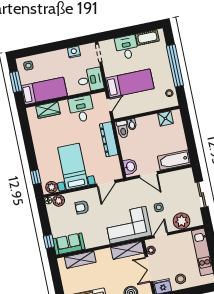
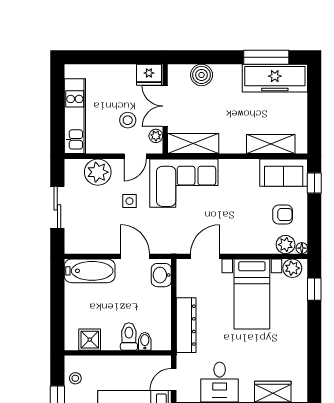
toilet: (123, 129) -> (129, 336), moved
armchair: (82, 207) -> (283, 215), moved
double door: (149, 269) -> (165, 106), swing flipped
stool: (181, 279) -> (128, 120), moved

